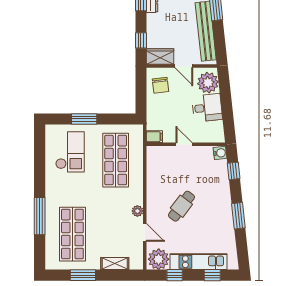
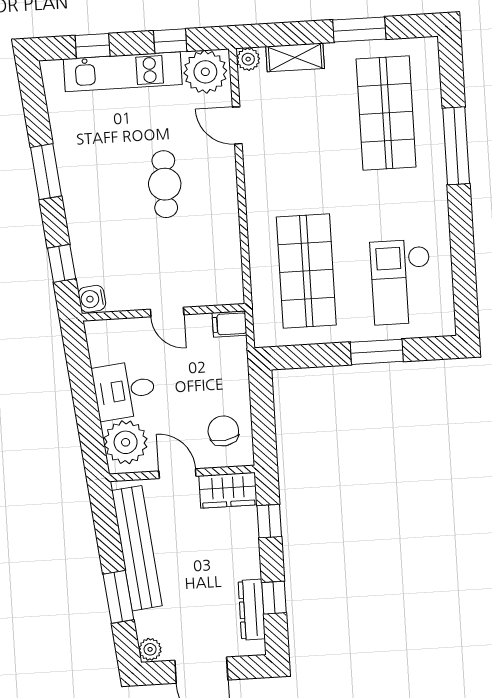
cafe table: (181, 206) -> (165, 184), turned -37
plant: (137, 211) -> (248, 59), moved

